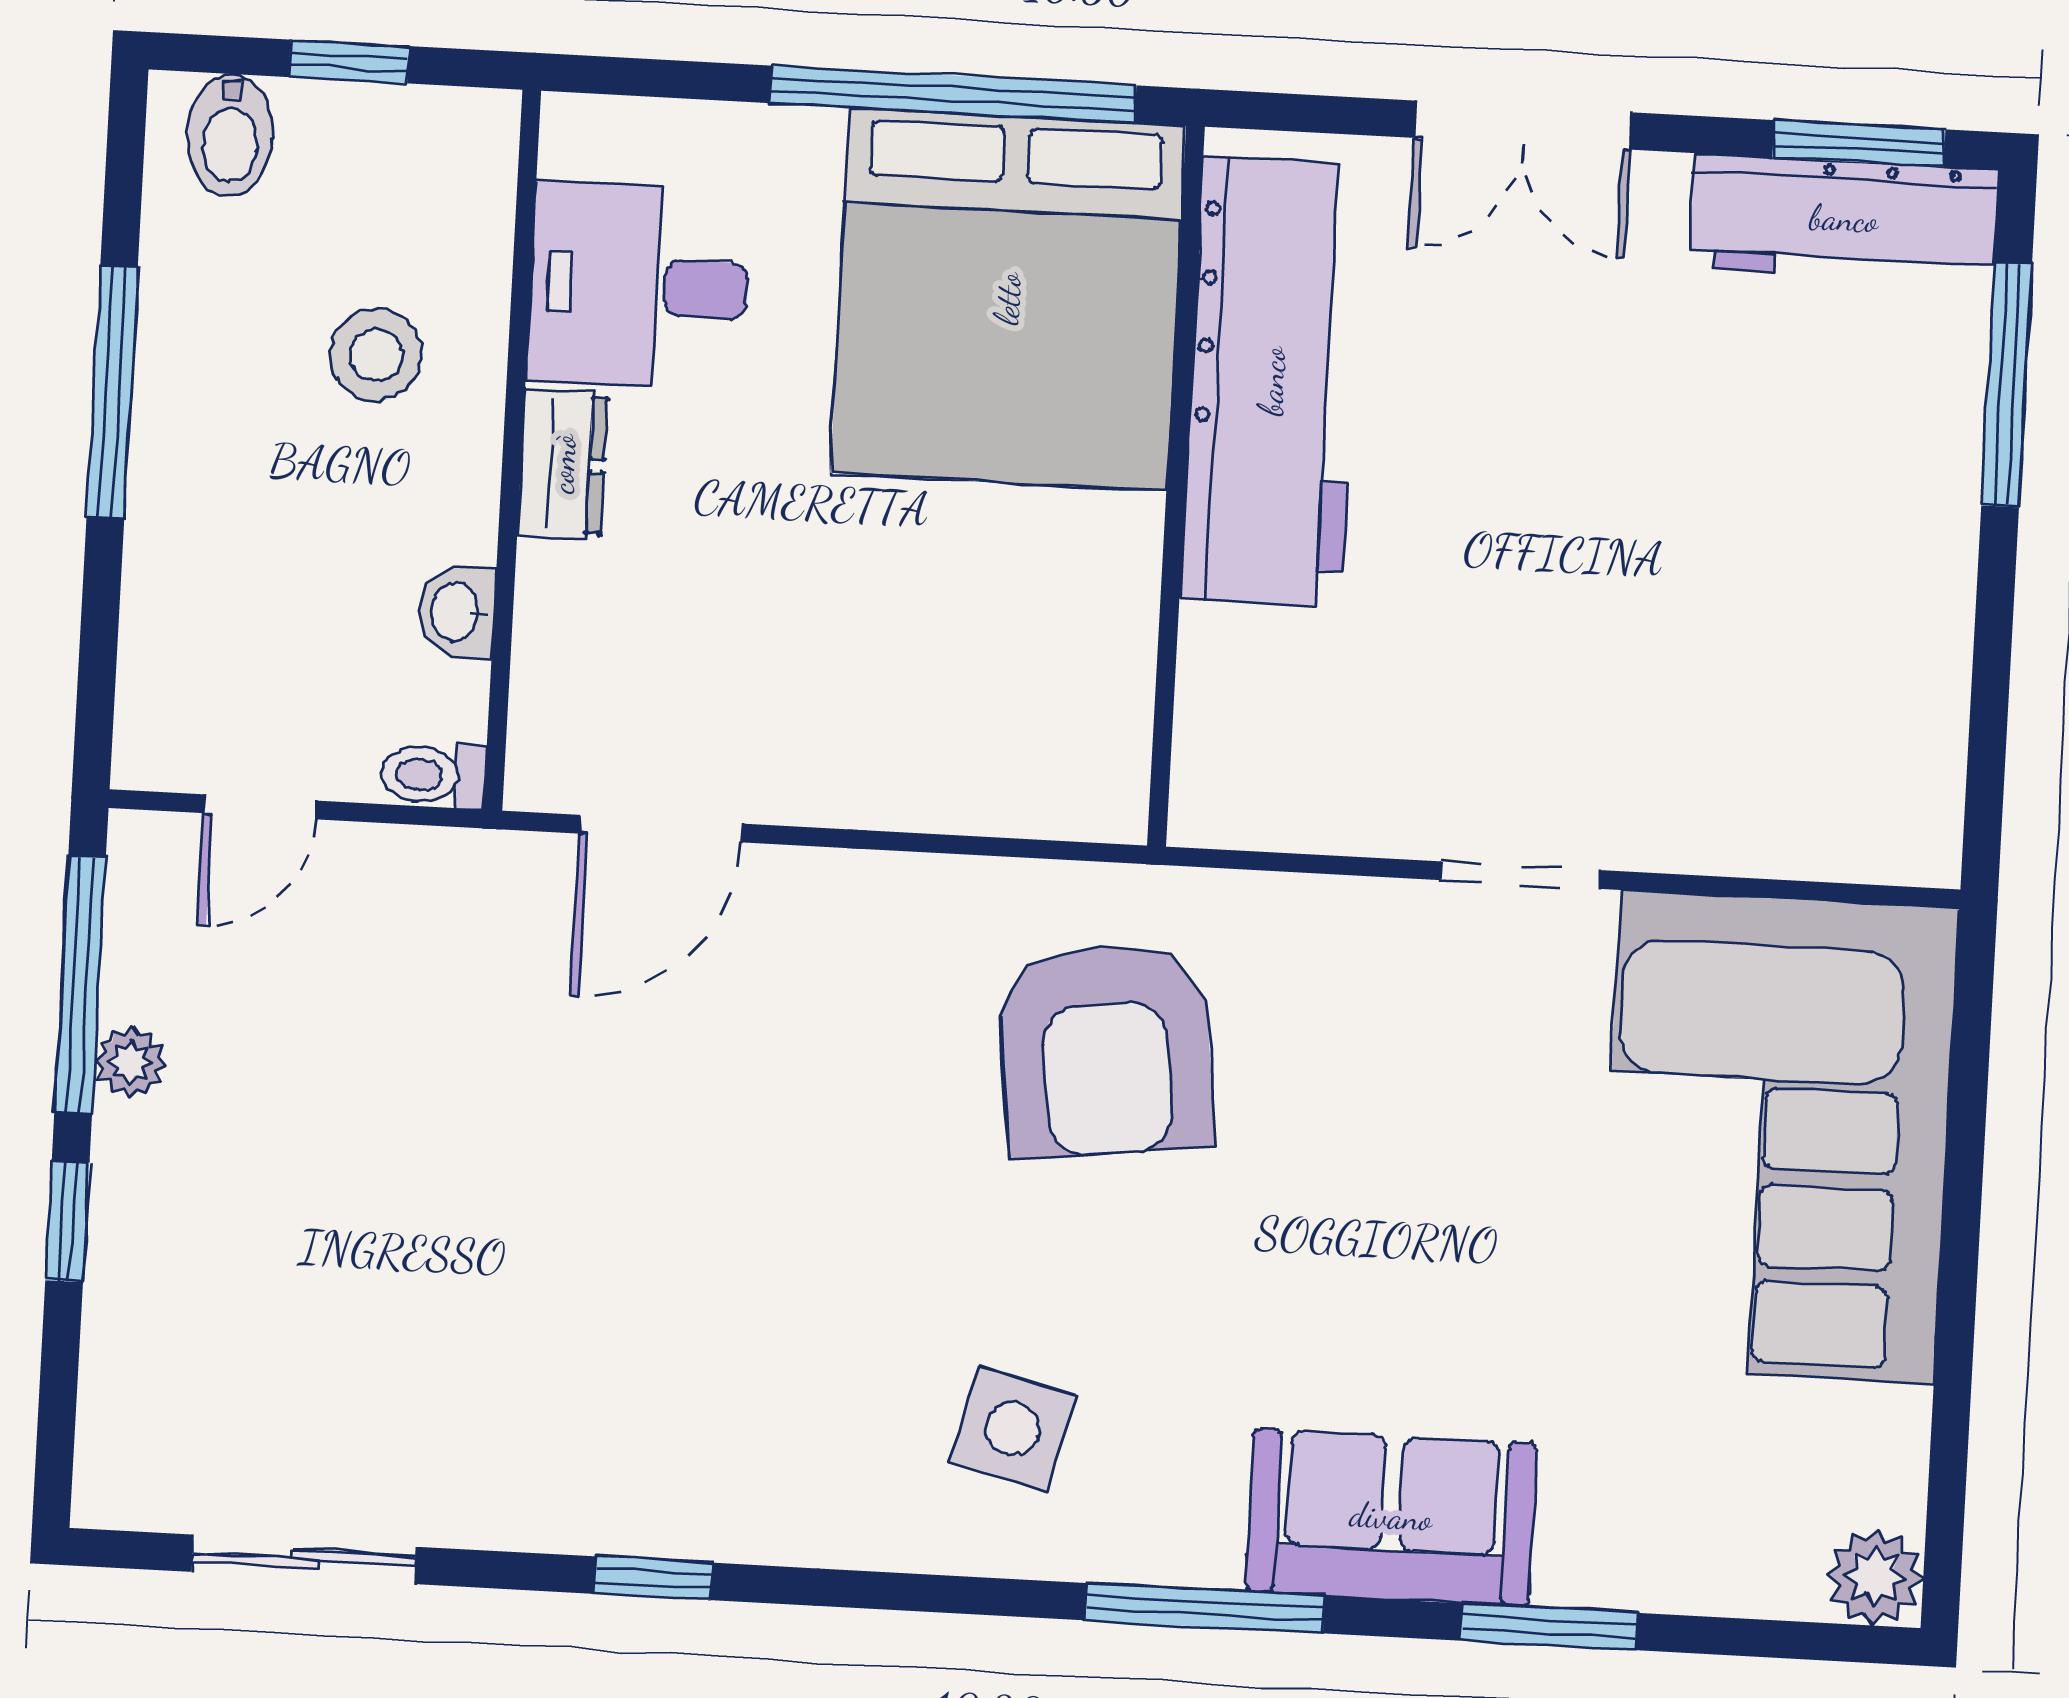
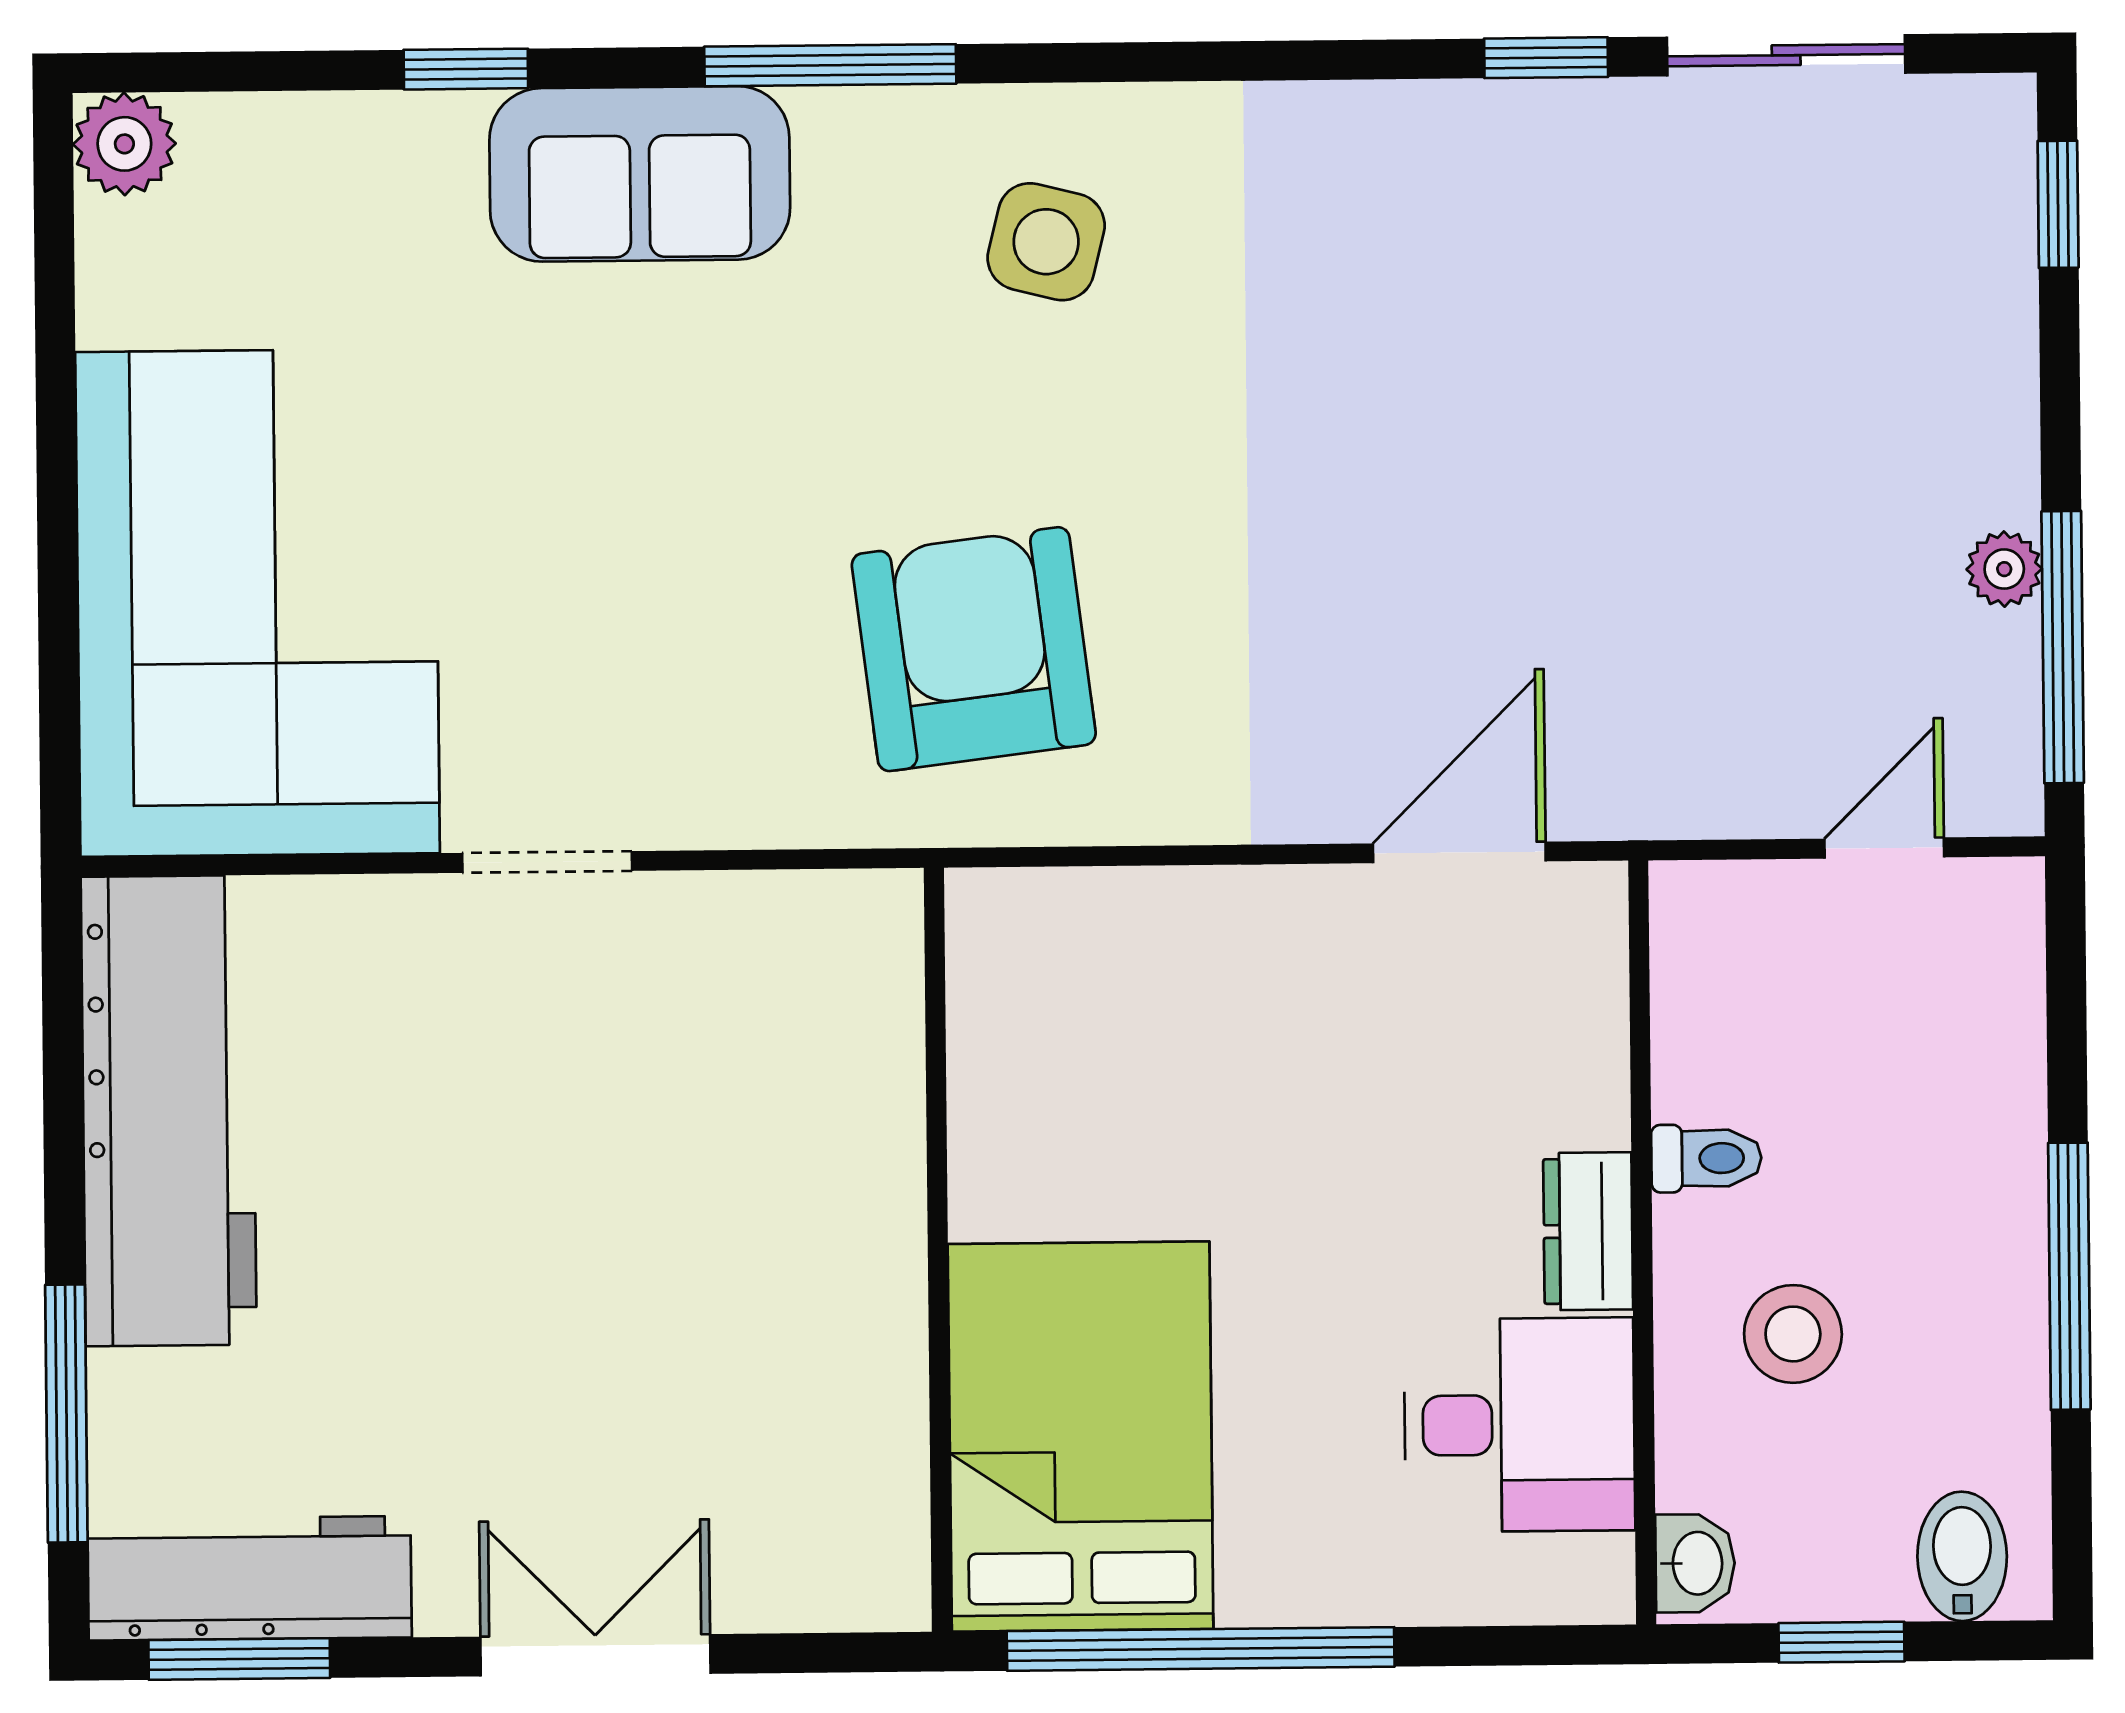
bed: (1008, 299) -> (1081, 1436), width x0.73
workbench: (1272, 381) -> (169, 1111), moved, turned 180
washbasin: (457, 612) -> (1695, 1563), moved
toilet: (433, 775) -> (1706, 1158), moved
window: (67, 1221) -> (2058, 204), moved
window: (653, 1578) -> (1546, 58), moved
window: (1549, 1627) -> (466, 69), width x0.67

